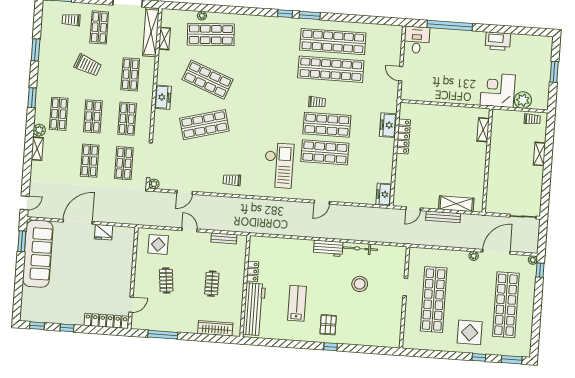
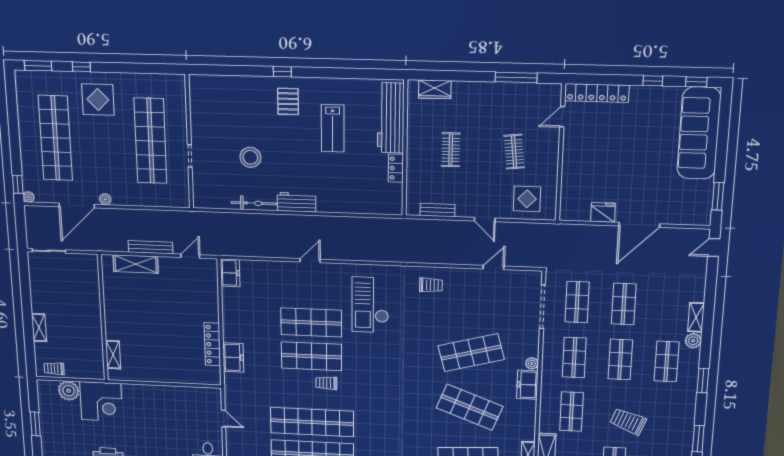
plant: (154, 184) -> (532, 363), moved
sofa: (38, 254) -> (699, 133), moved
wardrobe: (215, 328) -> (435, 89), width x0.67

